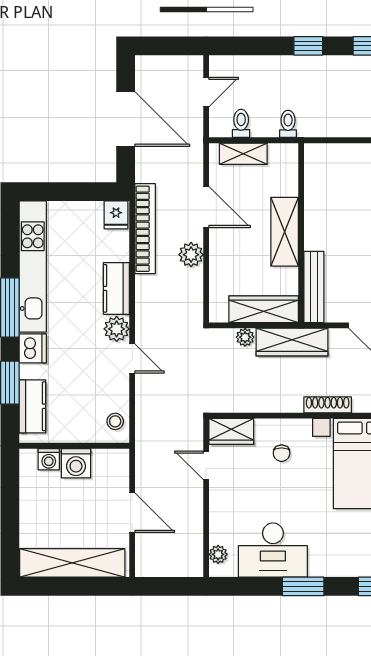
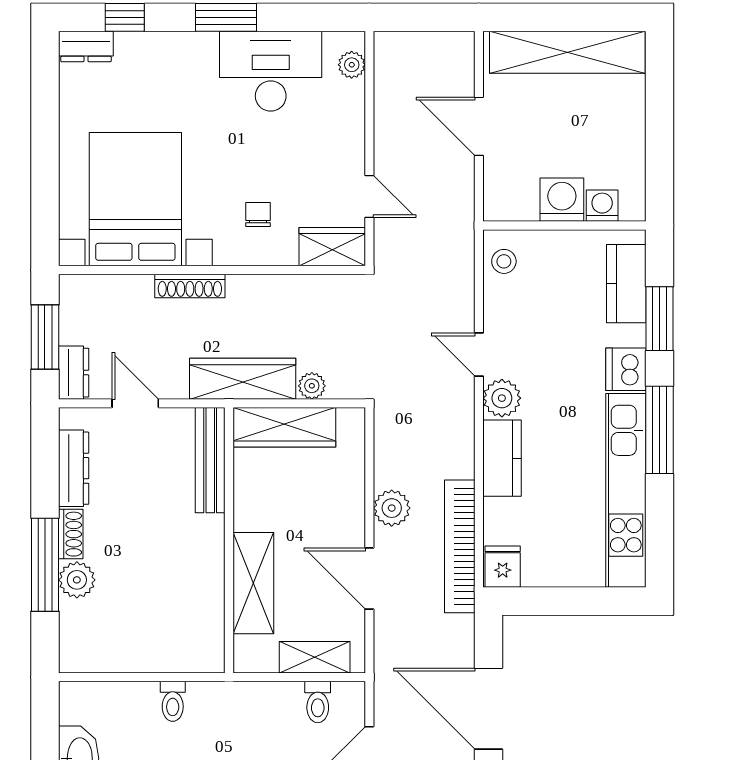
toilet: (288, 124) -> (173, 701), moved
shelving: (285, 232) -> (253, 583), moved

